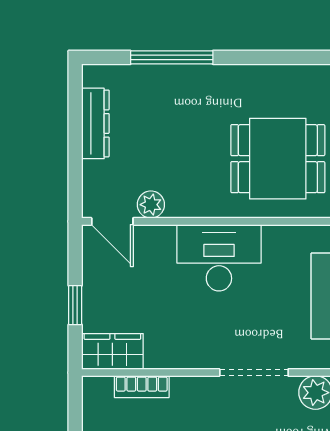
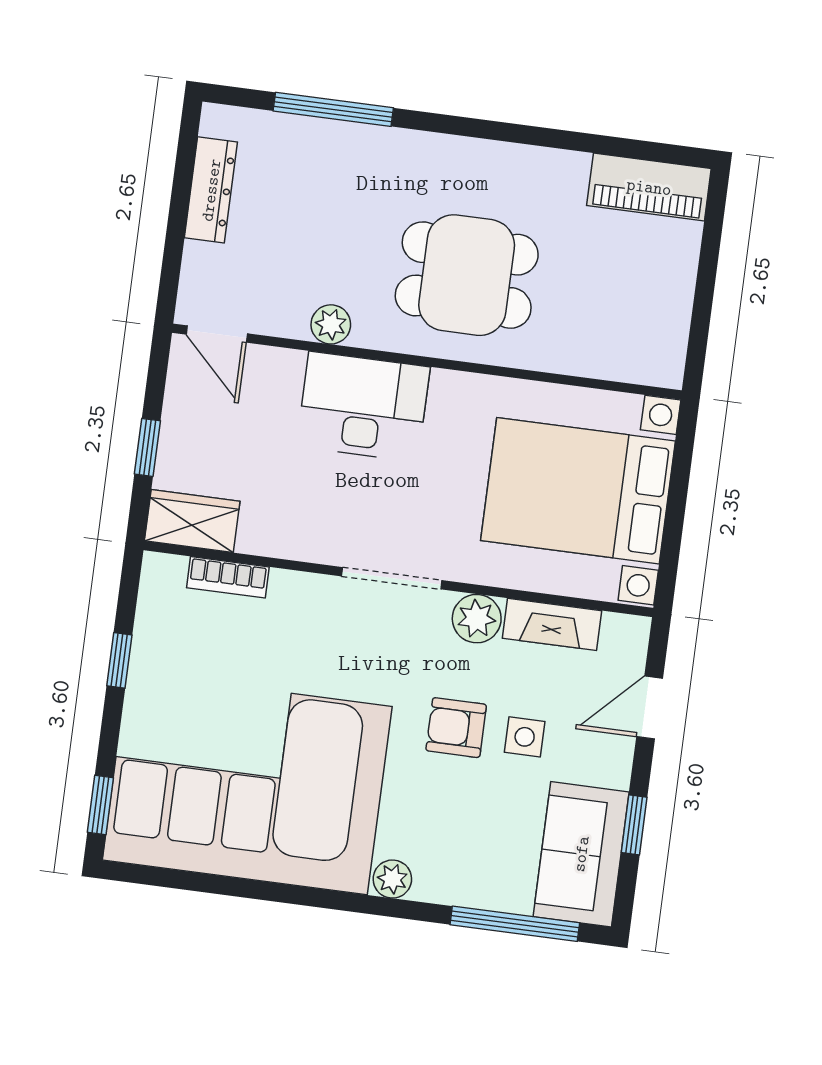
plant: (151, 205) -> (331, 324), moved

